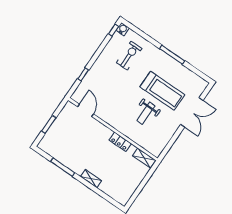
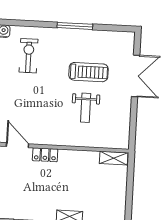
treadmill: (162, 91) -> (89, 72), width x0.73, depth x0.73
locker: (120, 142) -> (45, 155), moved

